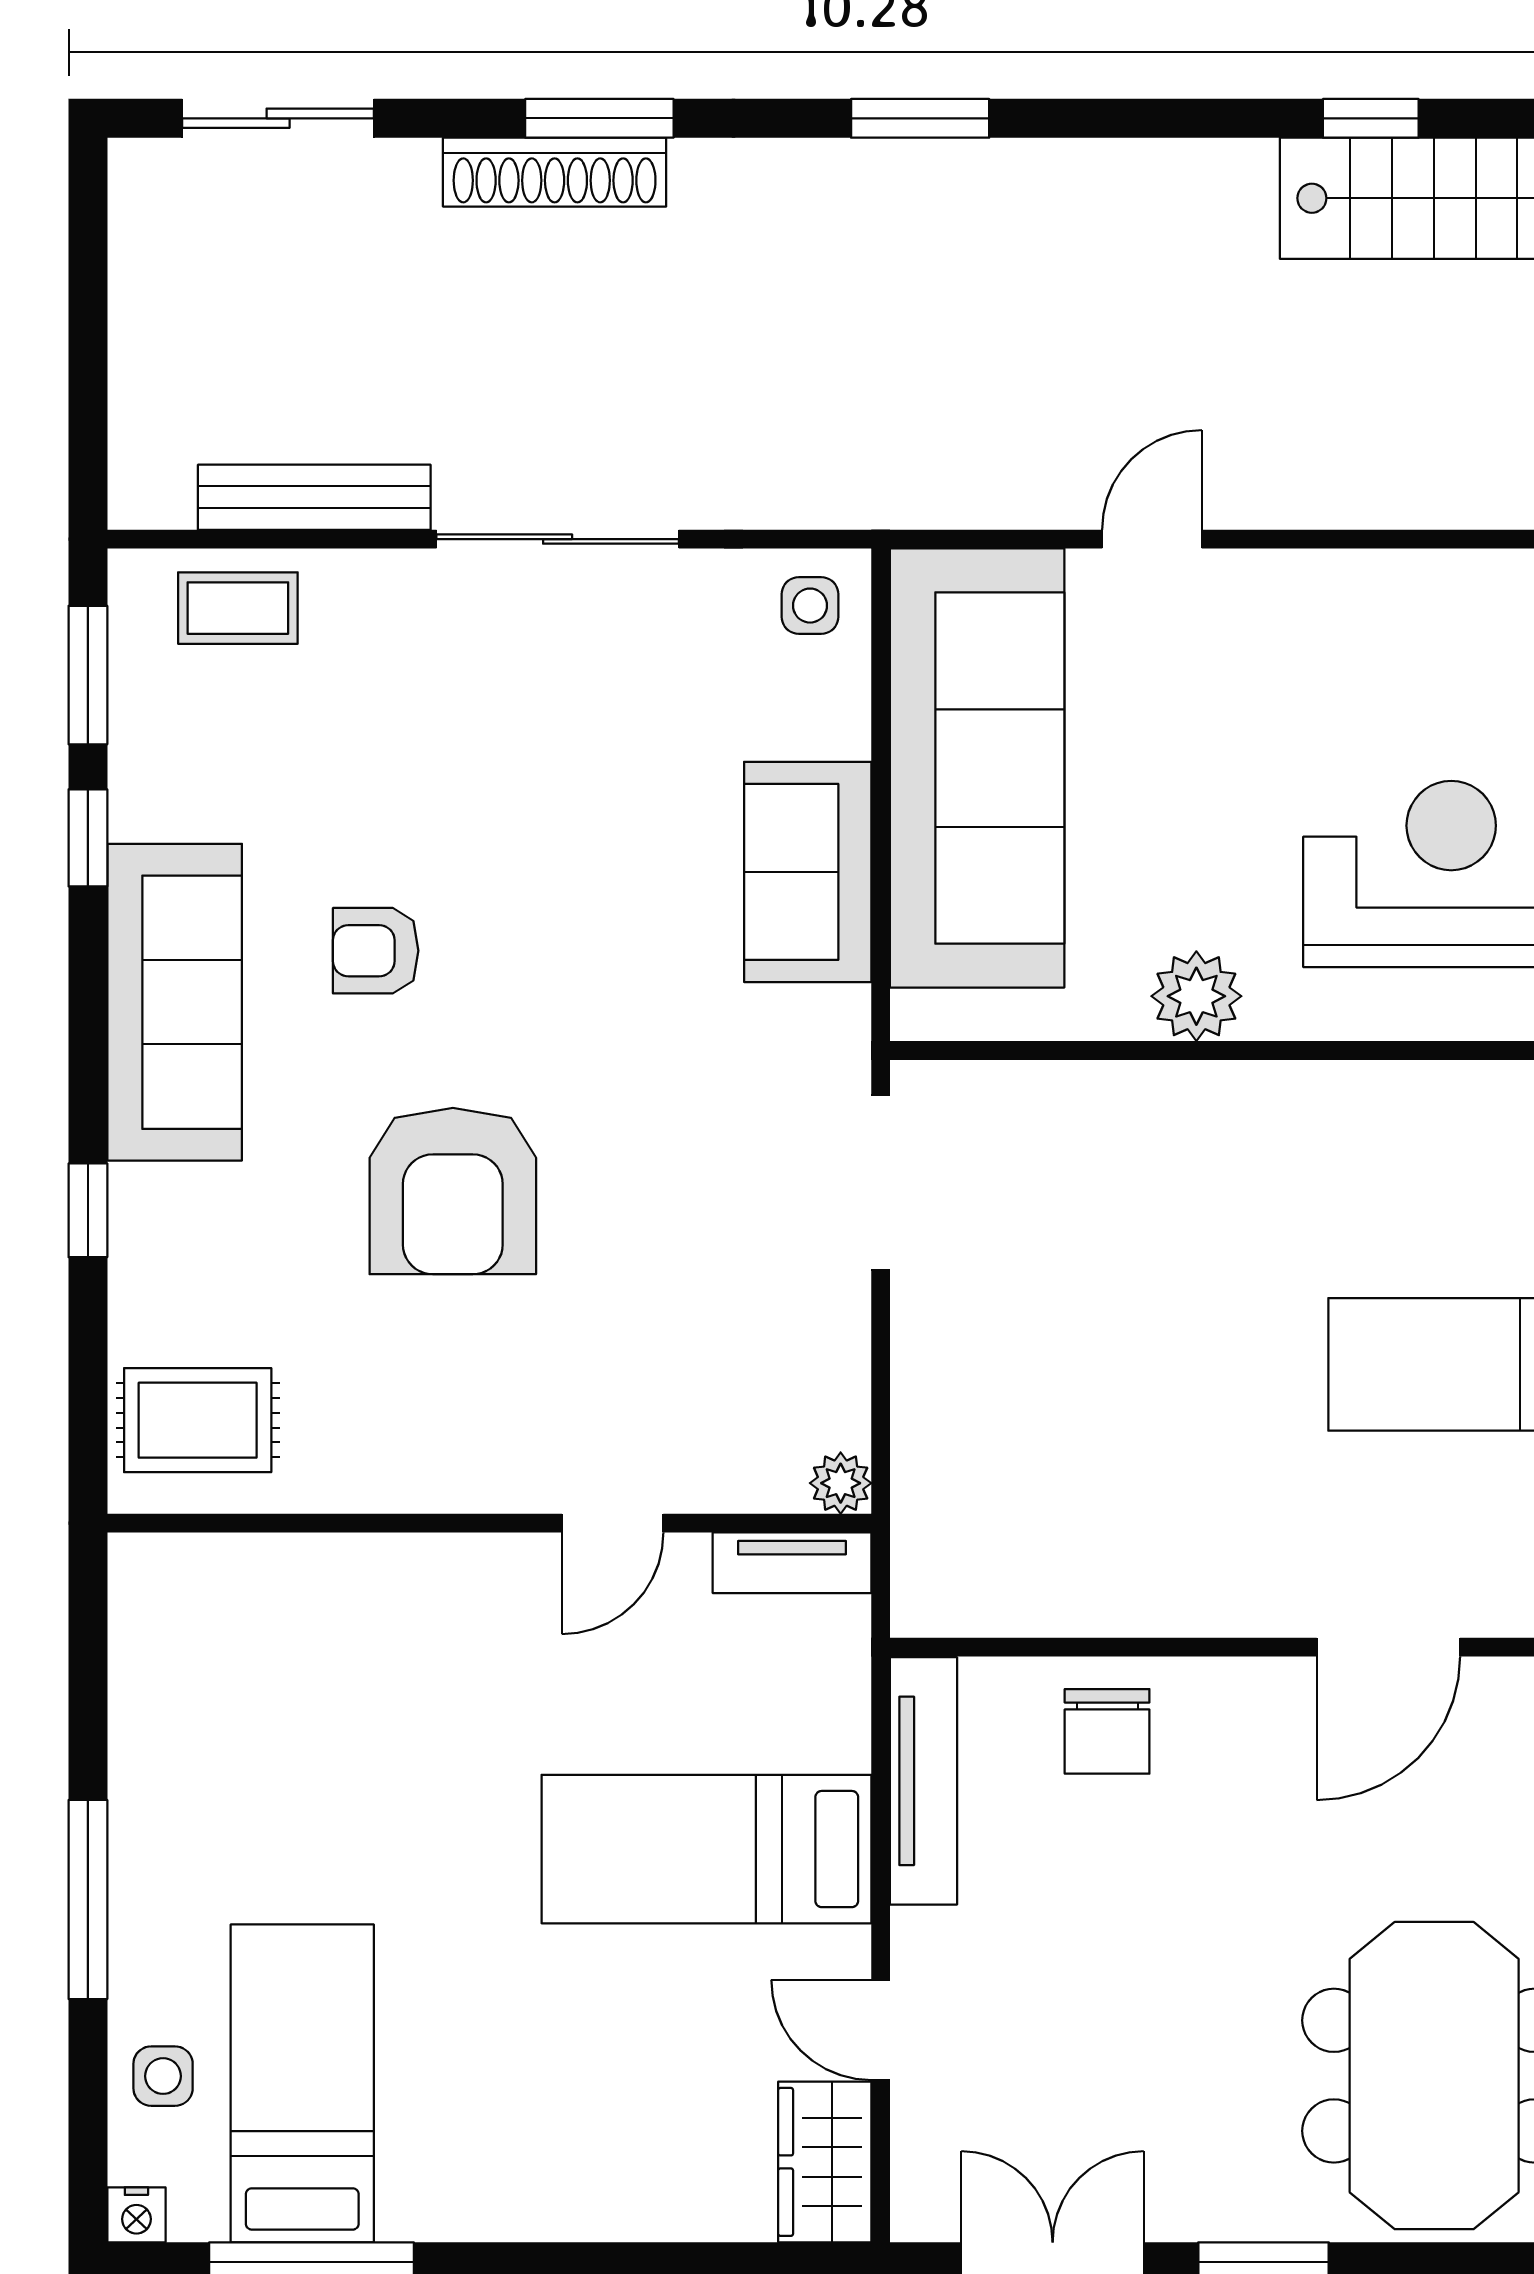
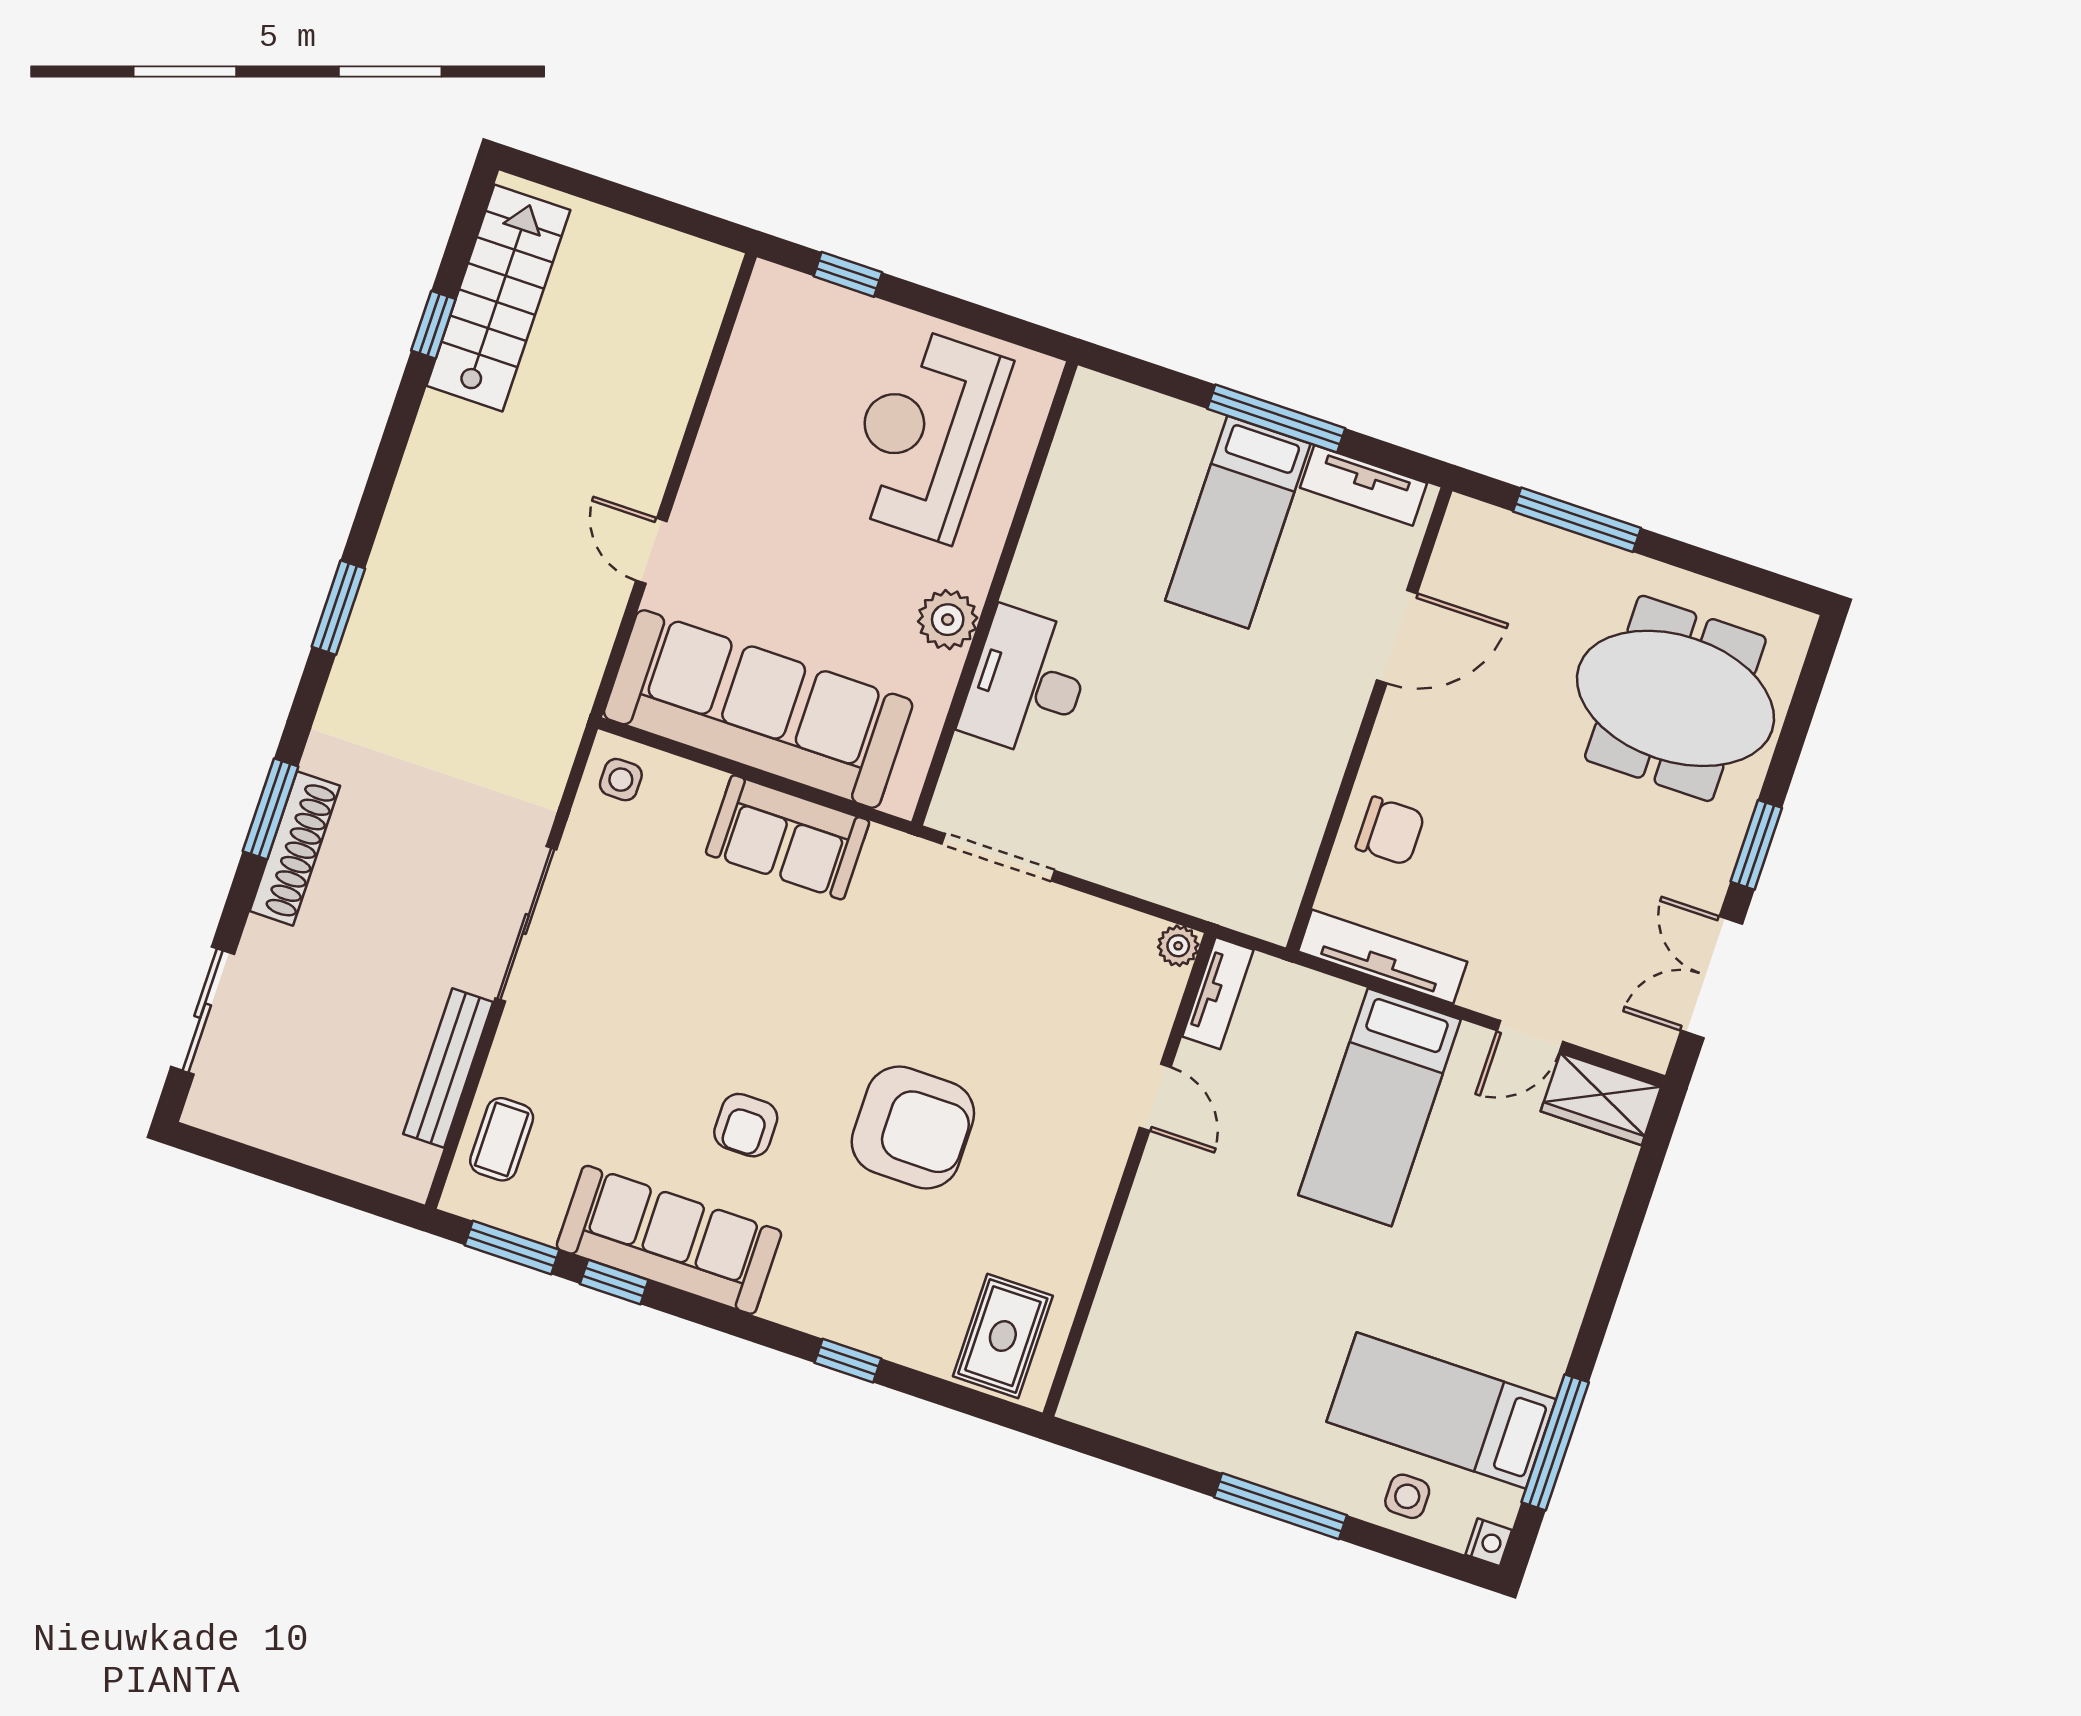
sofa: (175, 1002) -> (669, 1240), moved
desk: (1144, 1140) -> (1027, 683), added
door: (1388, 1647) -> (1397, 637), hinge flipped

